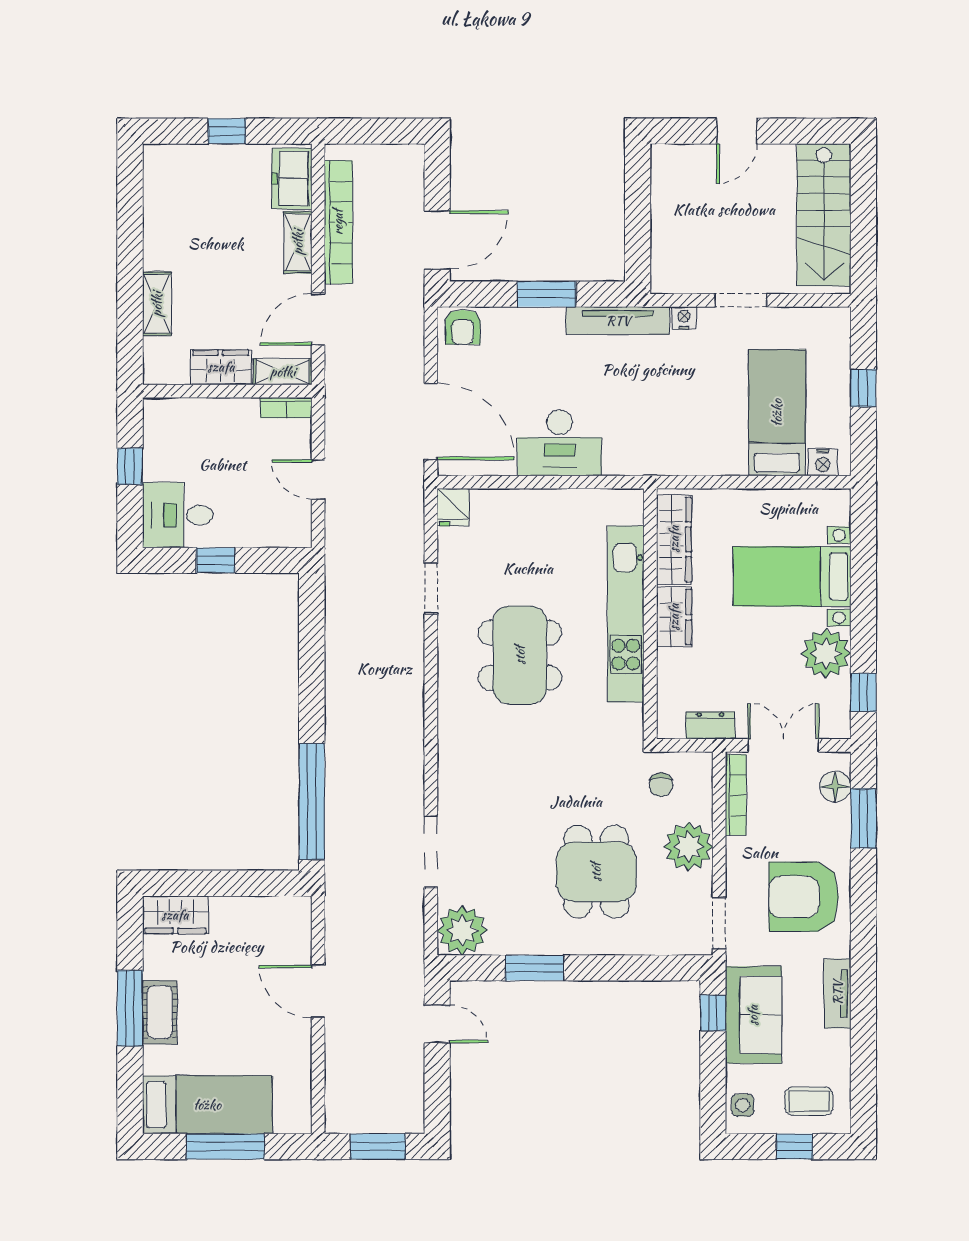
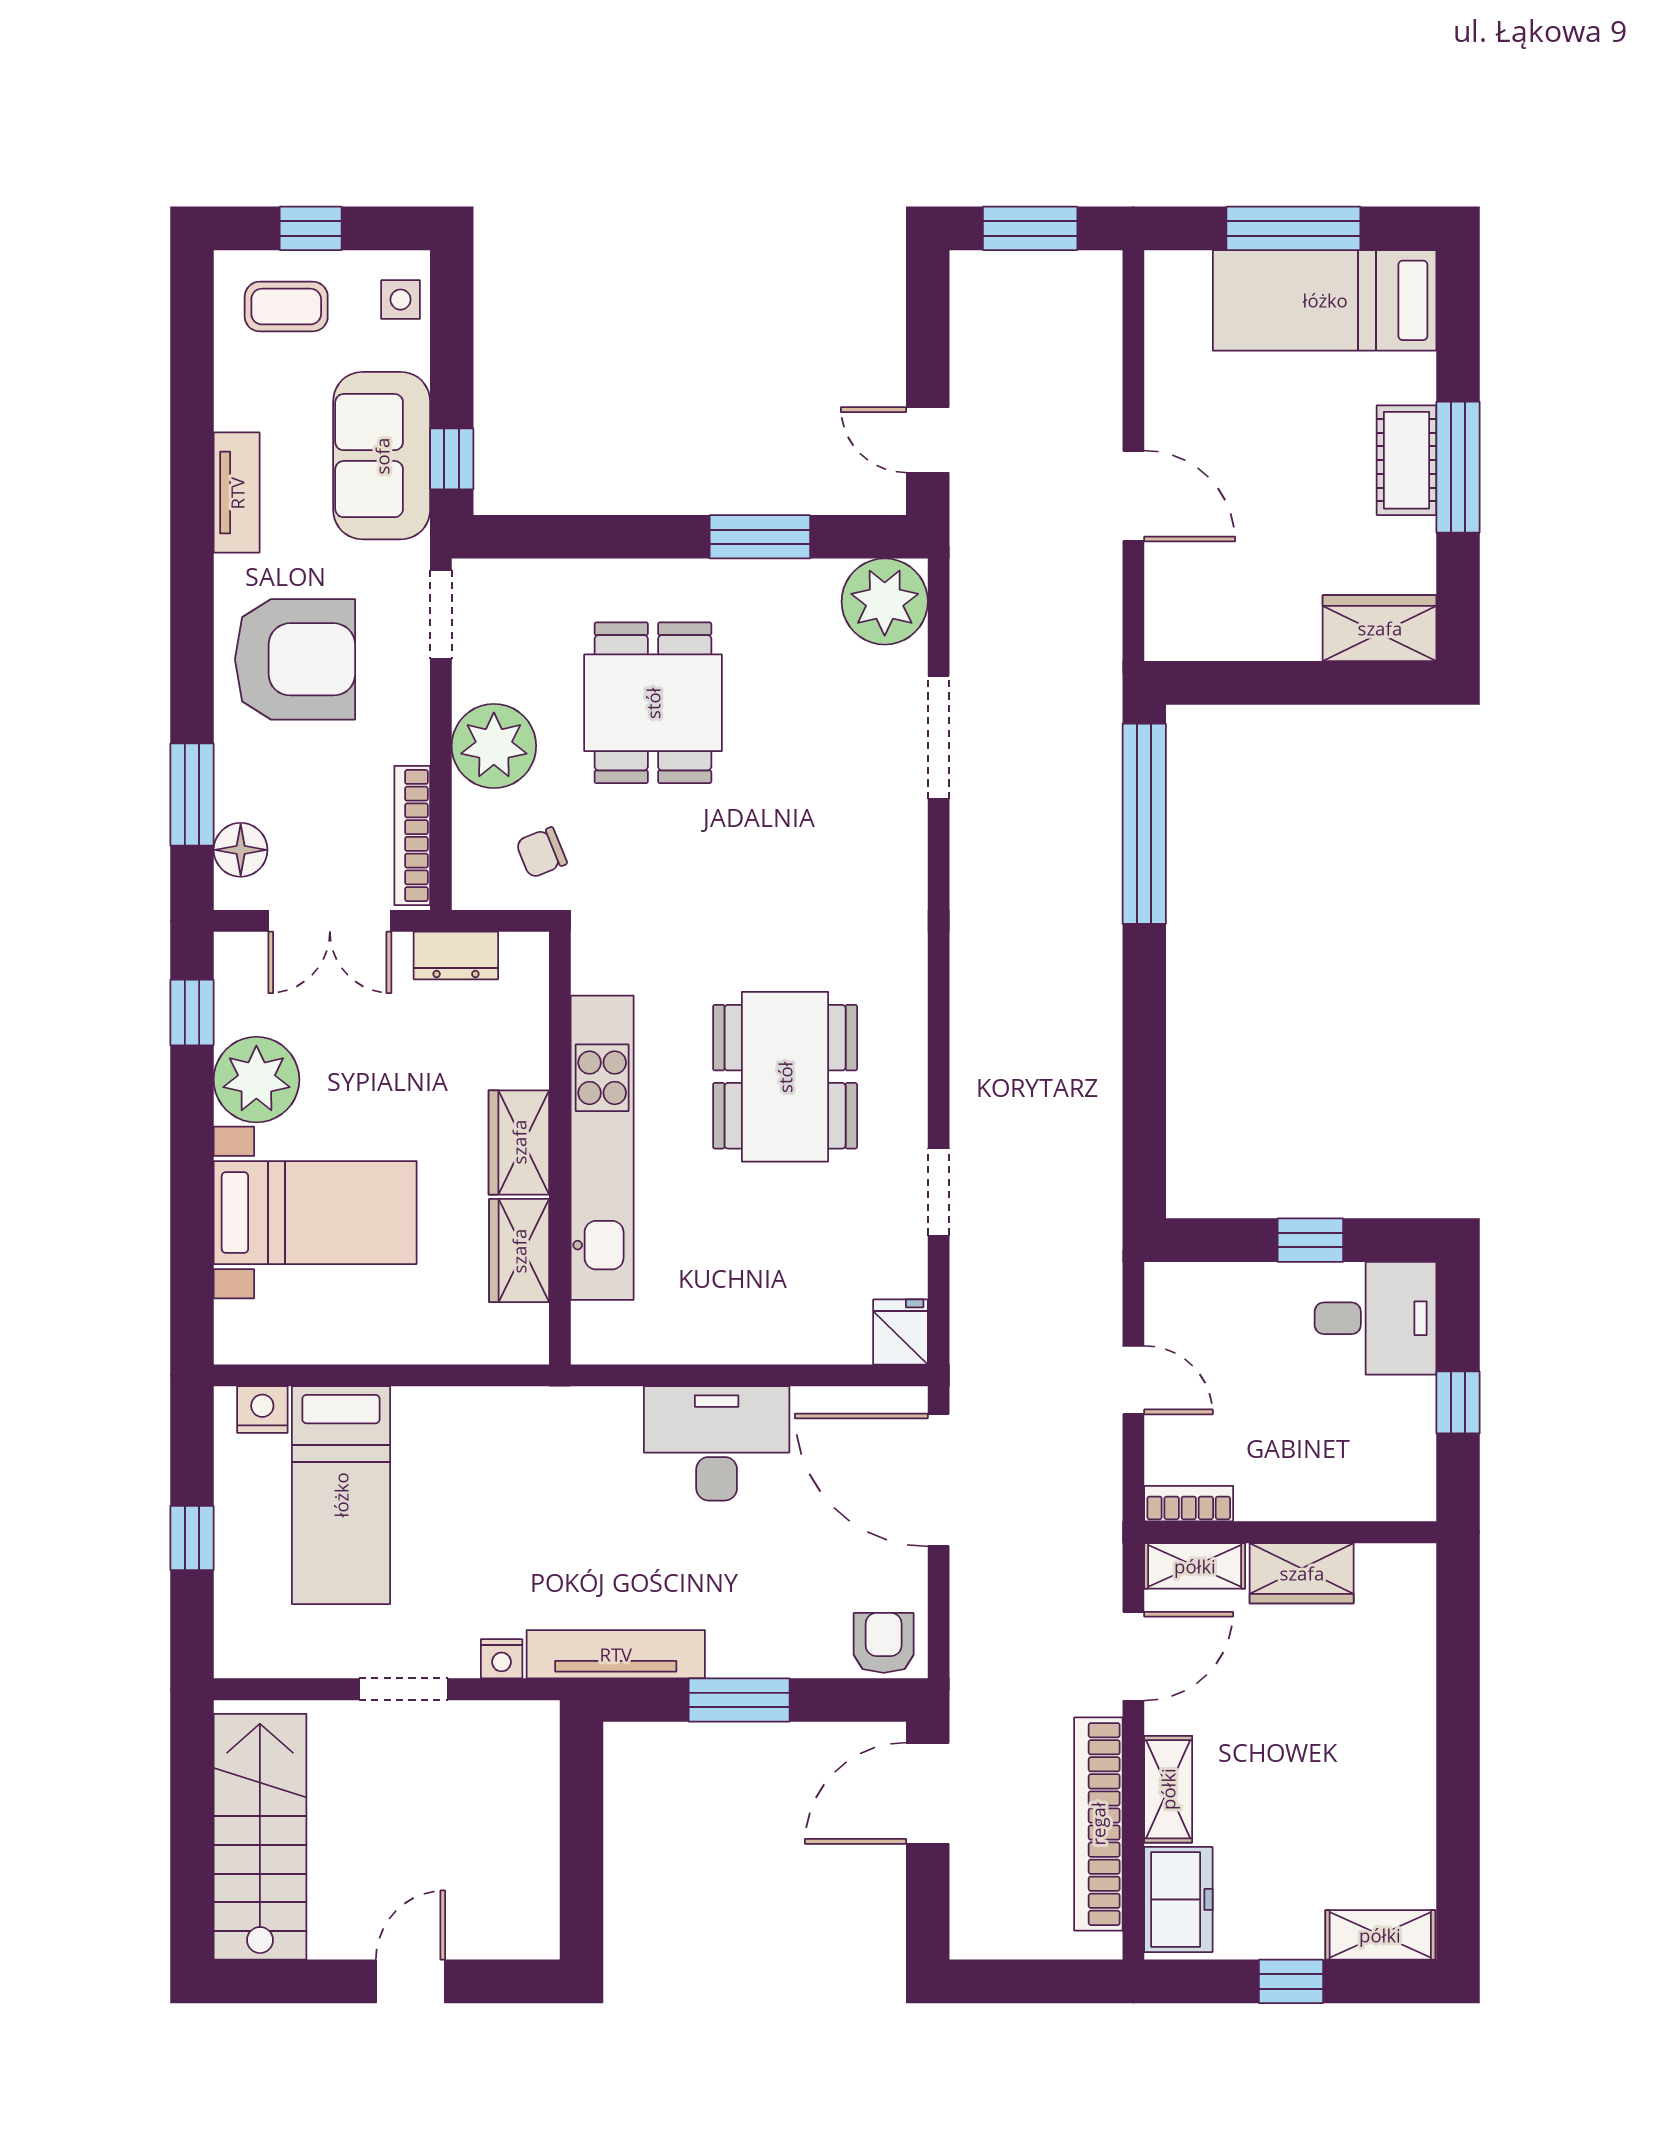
shelving: (157, 304) -> (1380, 1935), moved, turned 90
wardrobe: (674, 539) -> (519, 1251), width x0.67
chair: (661, 785) -> (541, 853), turned -112

